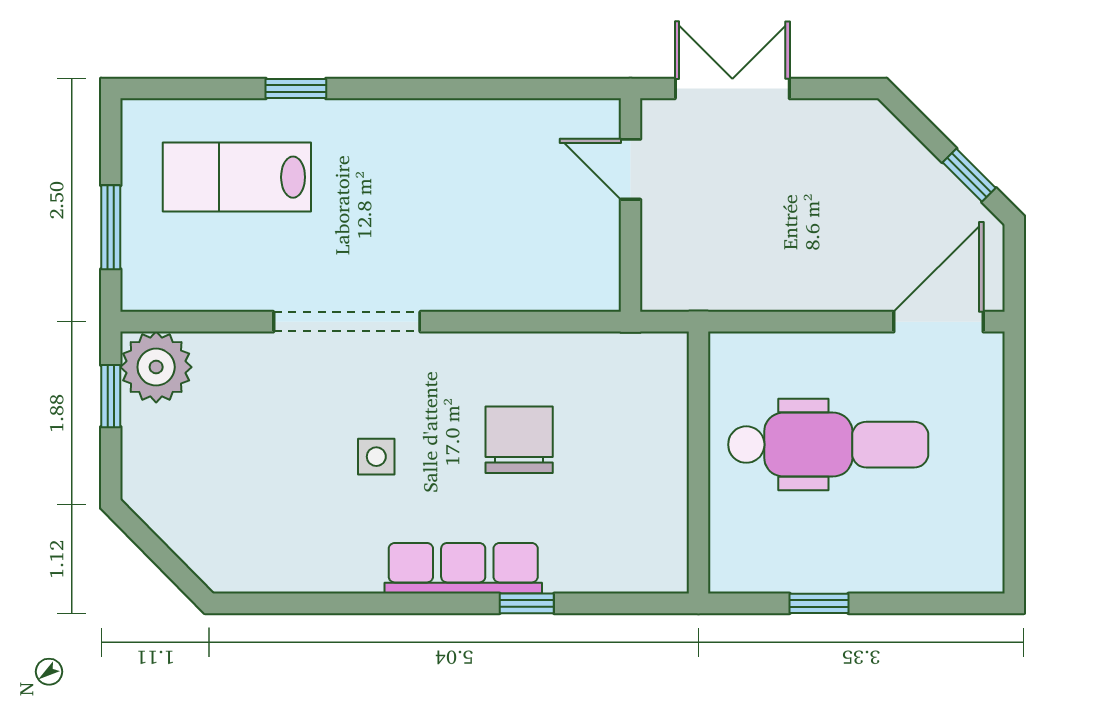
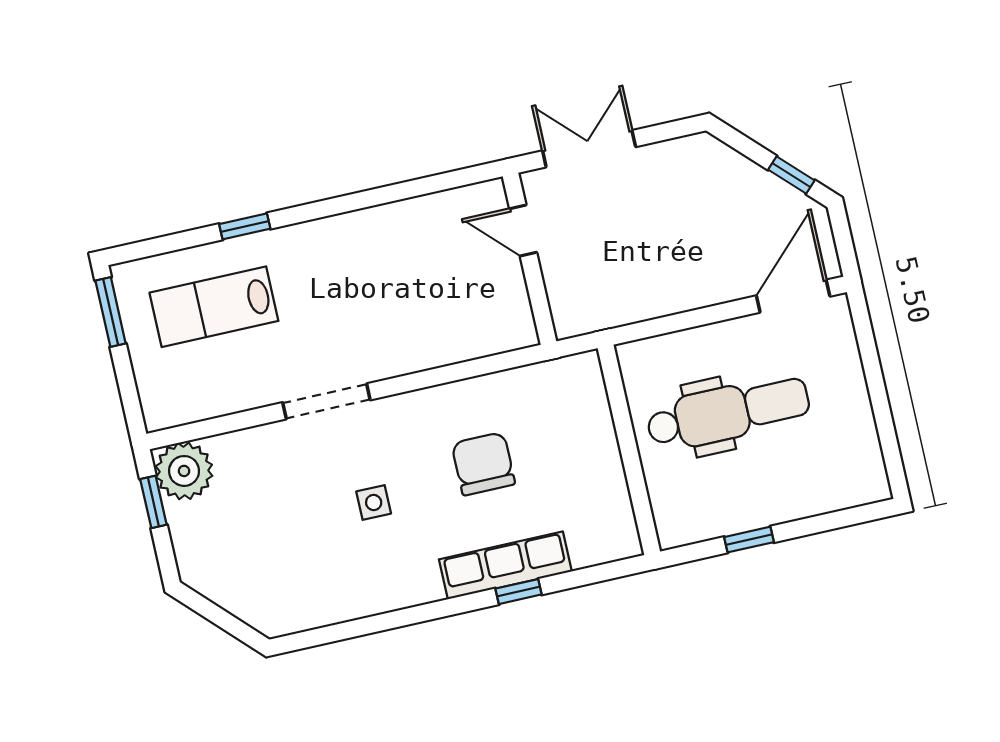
window: (111, 227) -> (111, 312), moved
doorway: (347, 322) -> (326, 401), width x0.73
row of seats: (463, 568) -> (505, 565), moved

